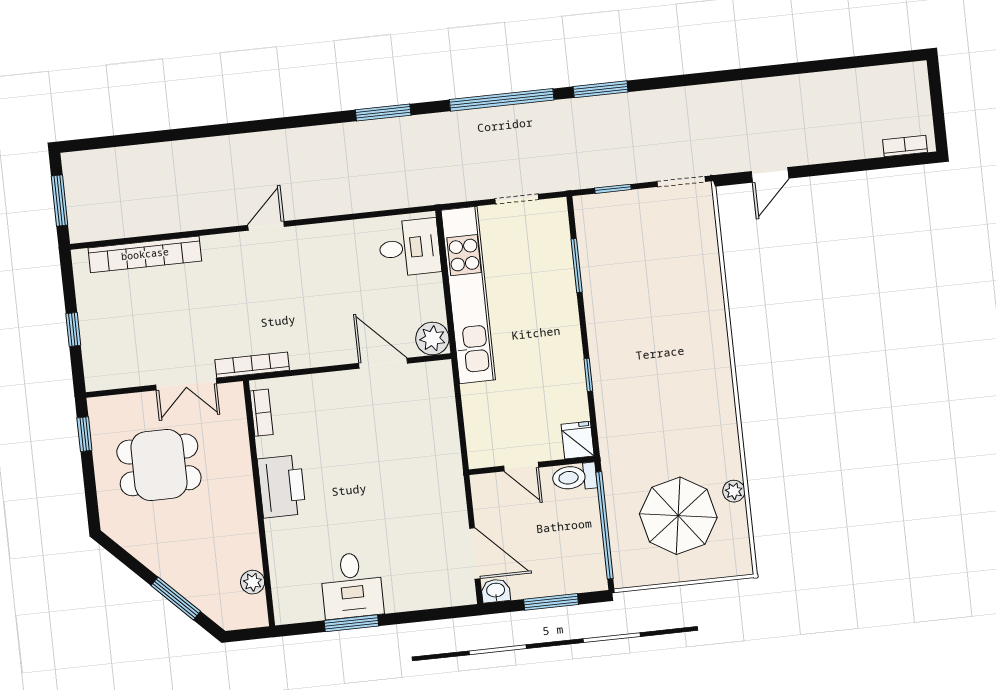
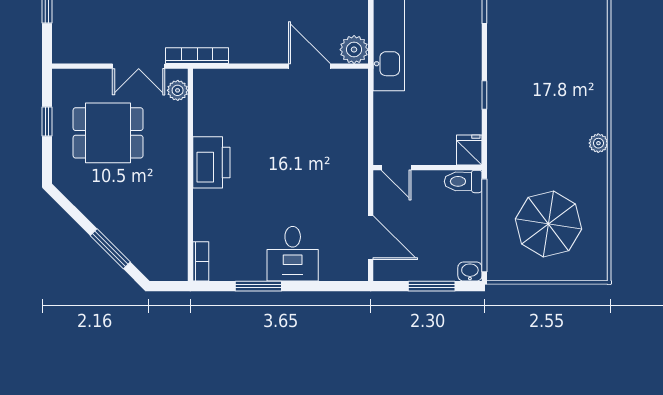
bookcase: (261, 413) -> (201, 261), moved
window: (84, 434) -> (47, 121), moved
door: (521, 467) -> (396, 168), moved
plant: (734, 491) -> (598, 143), moved
plant: (253, 582) -> (178, 90), moved
desk: (352, 585) -> (293, 254), moved
washbasin: (496, 591) -> (470, 272), moved

